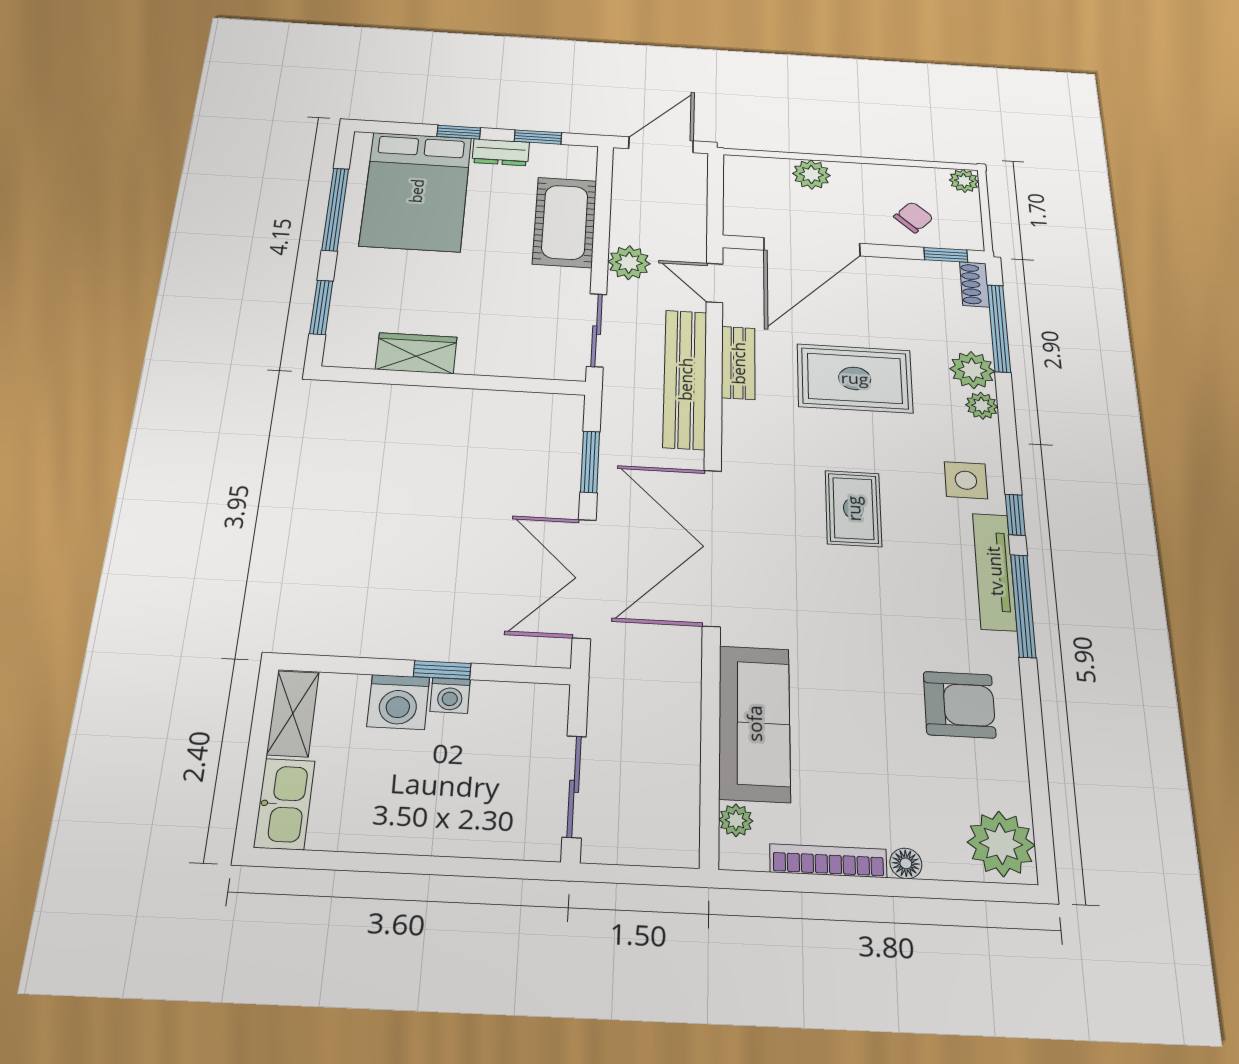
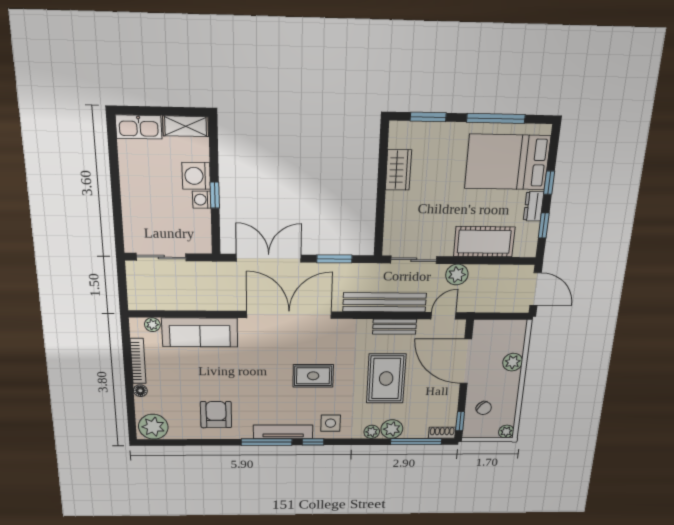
armchair: (960, 705) -> (216, 415), turned 180

